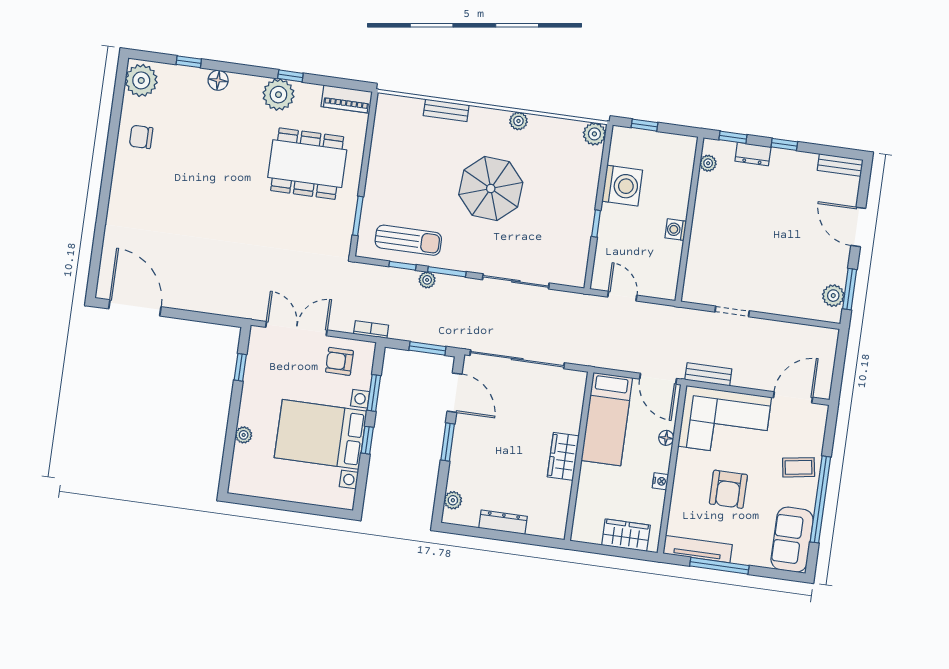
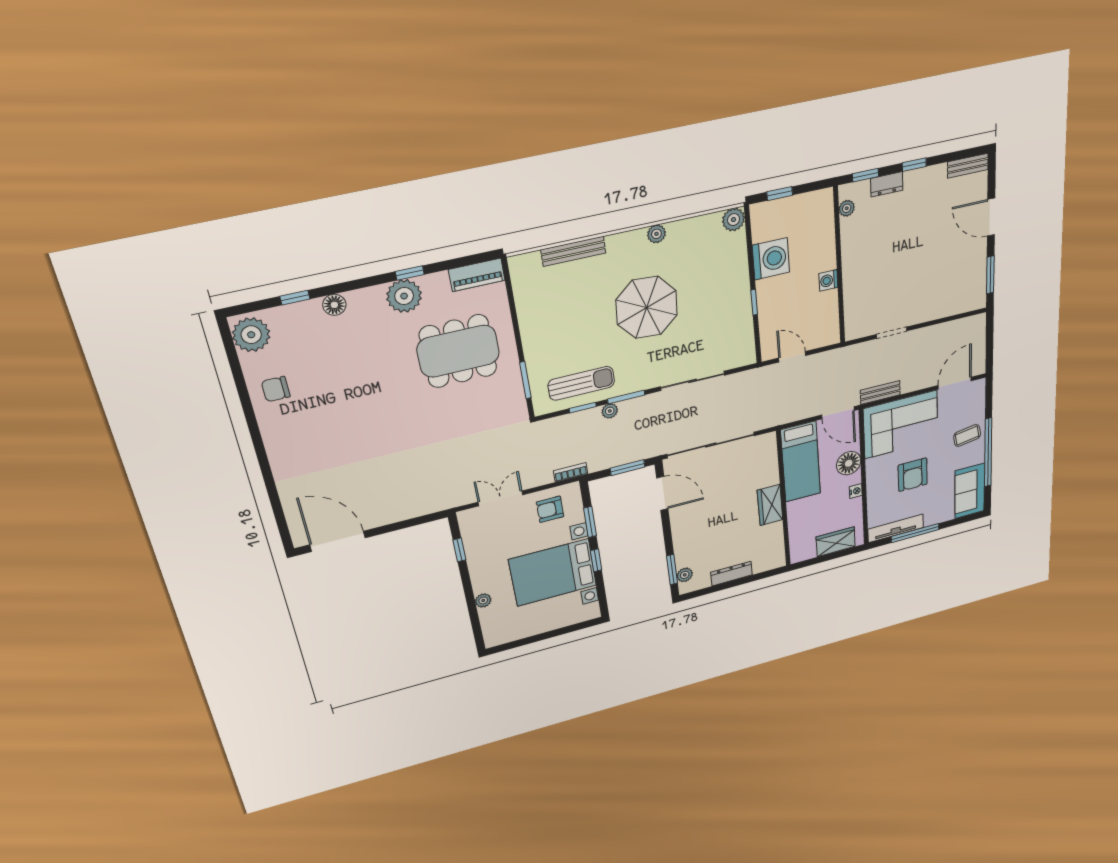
bench: (446, 110) -> (573, 251), width x1.36
plant: (833, 296) -> (977, 286), removed
double door: (296, 329) -> (500, 498), width x0.73
floor lamp: (666, 438) -> (849, 463), width x1.89, depth x1.89
window: (448, 442) -> (672, 570), moved

